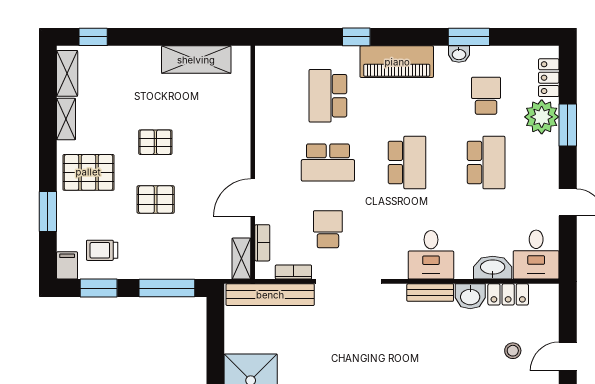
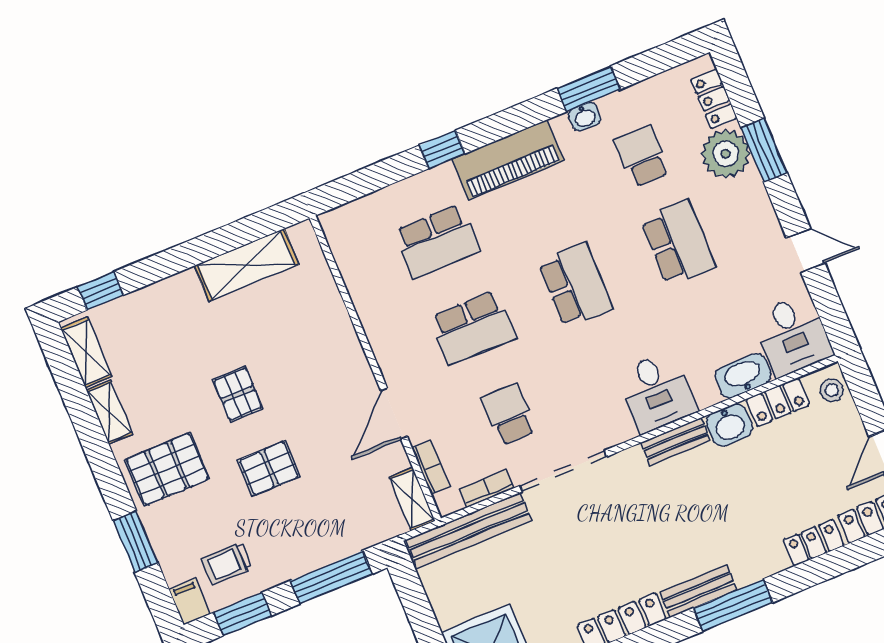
school desk: (328, 96) -> (437, 241), turned -90
pallet: (155, 142) -> (238, 394), turned 90
stool: (513, 351) -> (832, 390), moved

